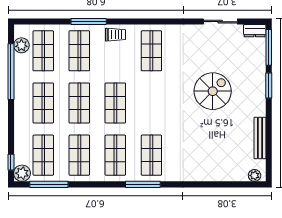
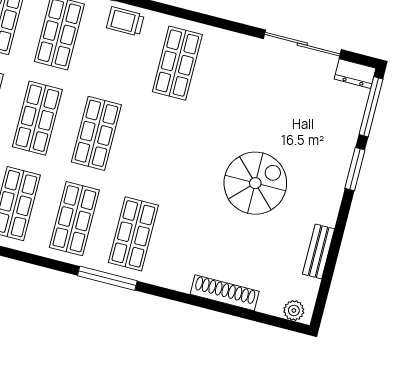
sliding door: (220, 22) -> (302, 44), width x1.37
trolley: (115, 35) -> (125, 21), turned 180
spiral stairs: (213, 91) -> (255, 183), moved
bench: (260, 138) -> (319, 251), width x0.73
shoe rack: (212, 175) -> (225, 293), added

